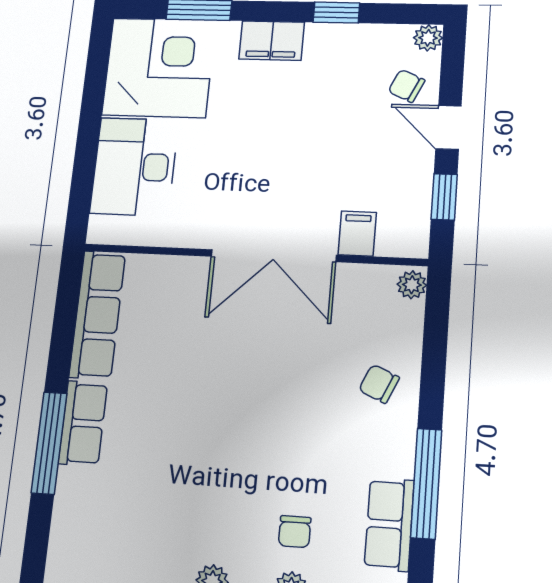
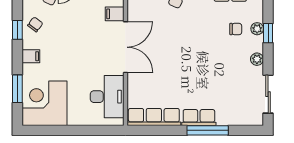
filing cabinet: (272, 41) -> (31, 56), width x0.50
chair: (346, 52) -> (35, 24), added
desk: (134, 167) -> (107, 97), moved, turned -90

